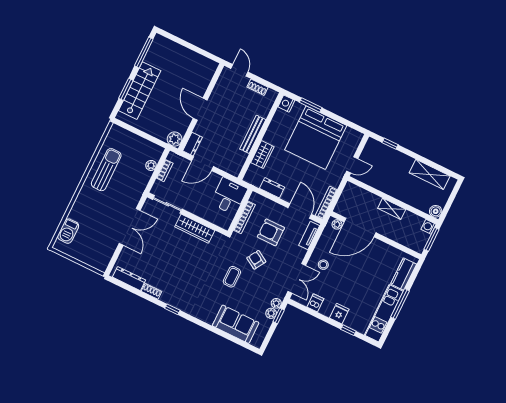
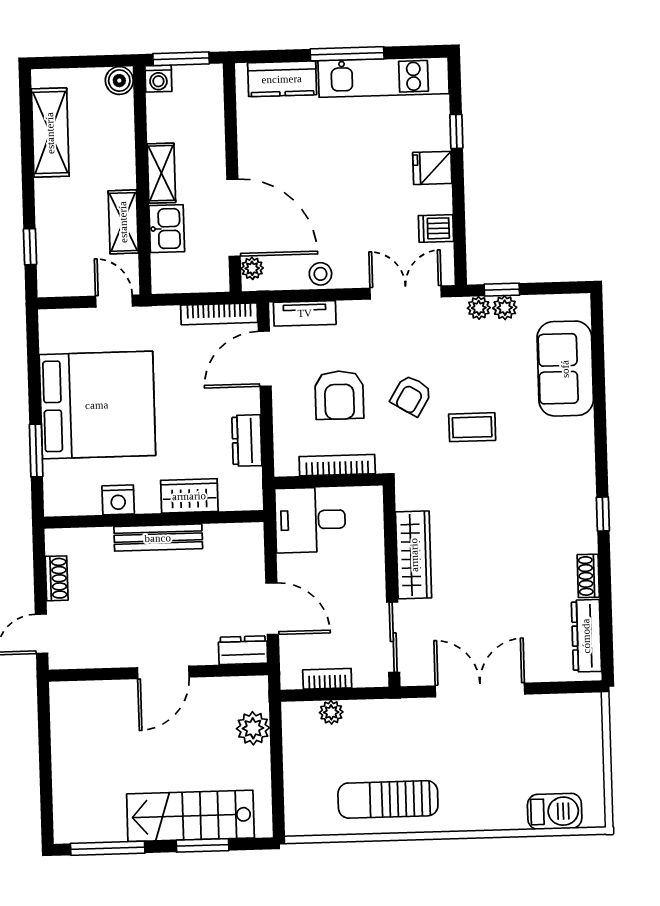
nightstand: (286, 104) -> (118, 500), moved
plant: (175, 139) -> (253, 728), moved
shelving: (381, 184) -> (123, 222), added
kitchen sink: (369, 200) -> (167, 229), added
stool: (323, 265) -> (320, 274), moved

